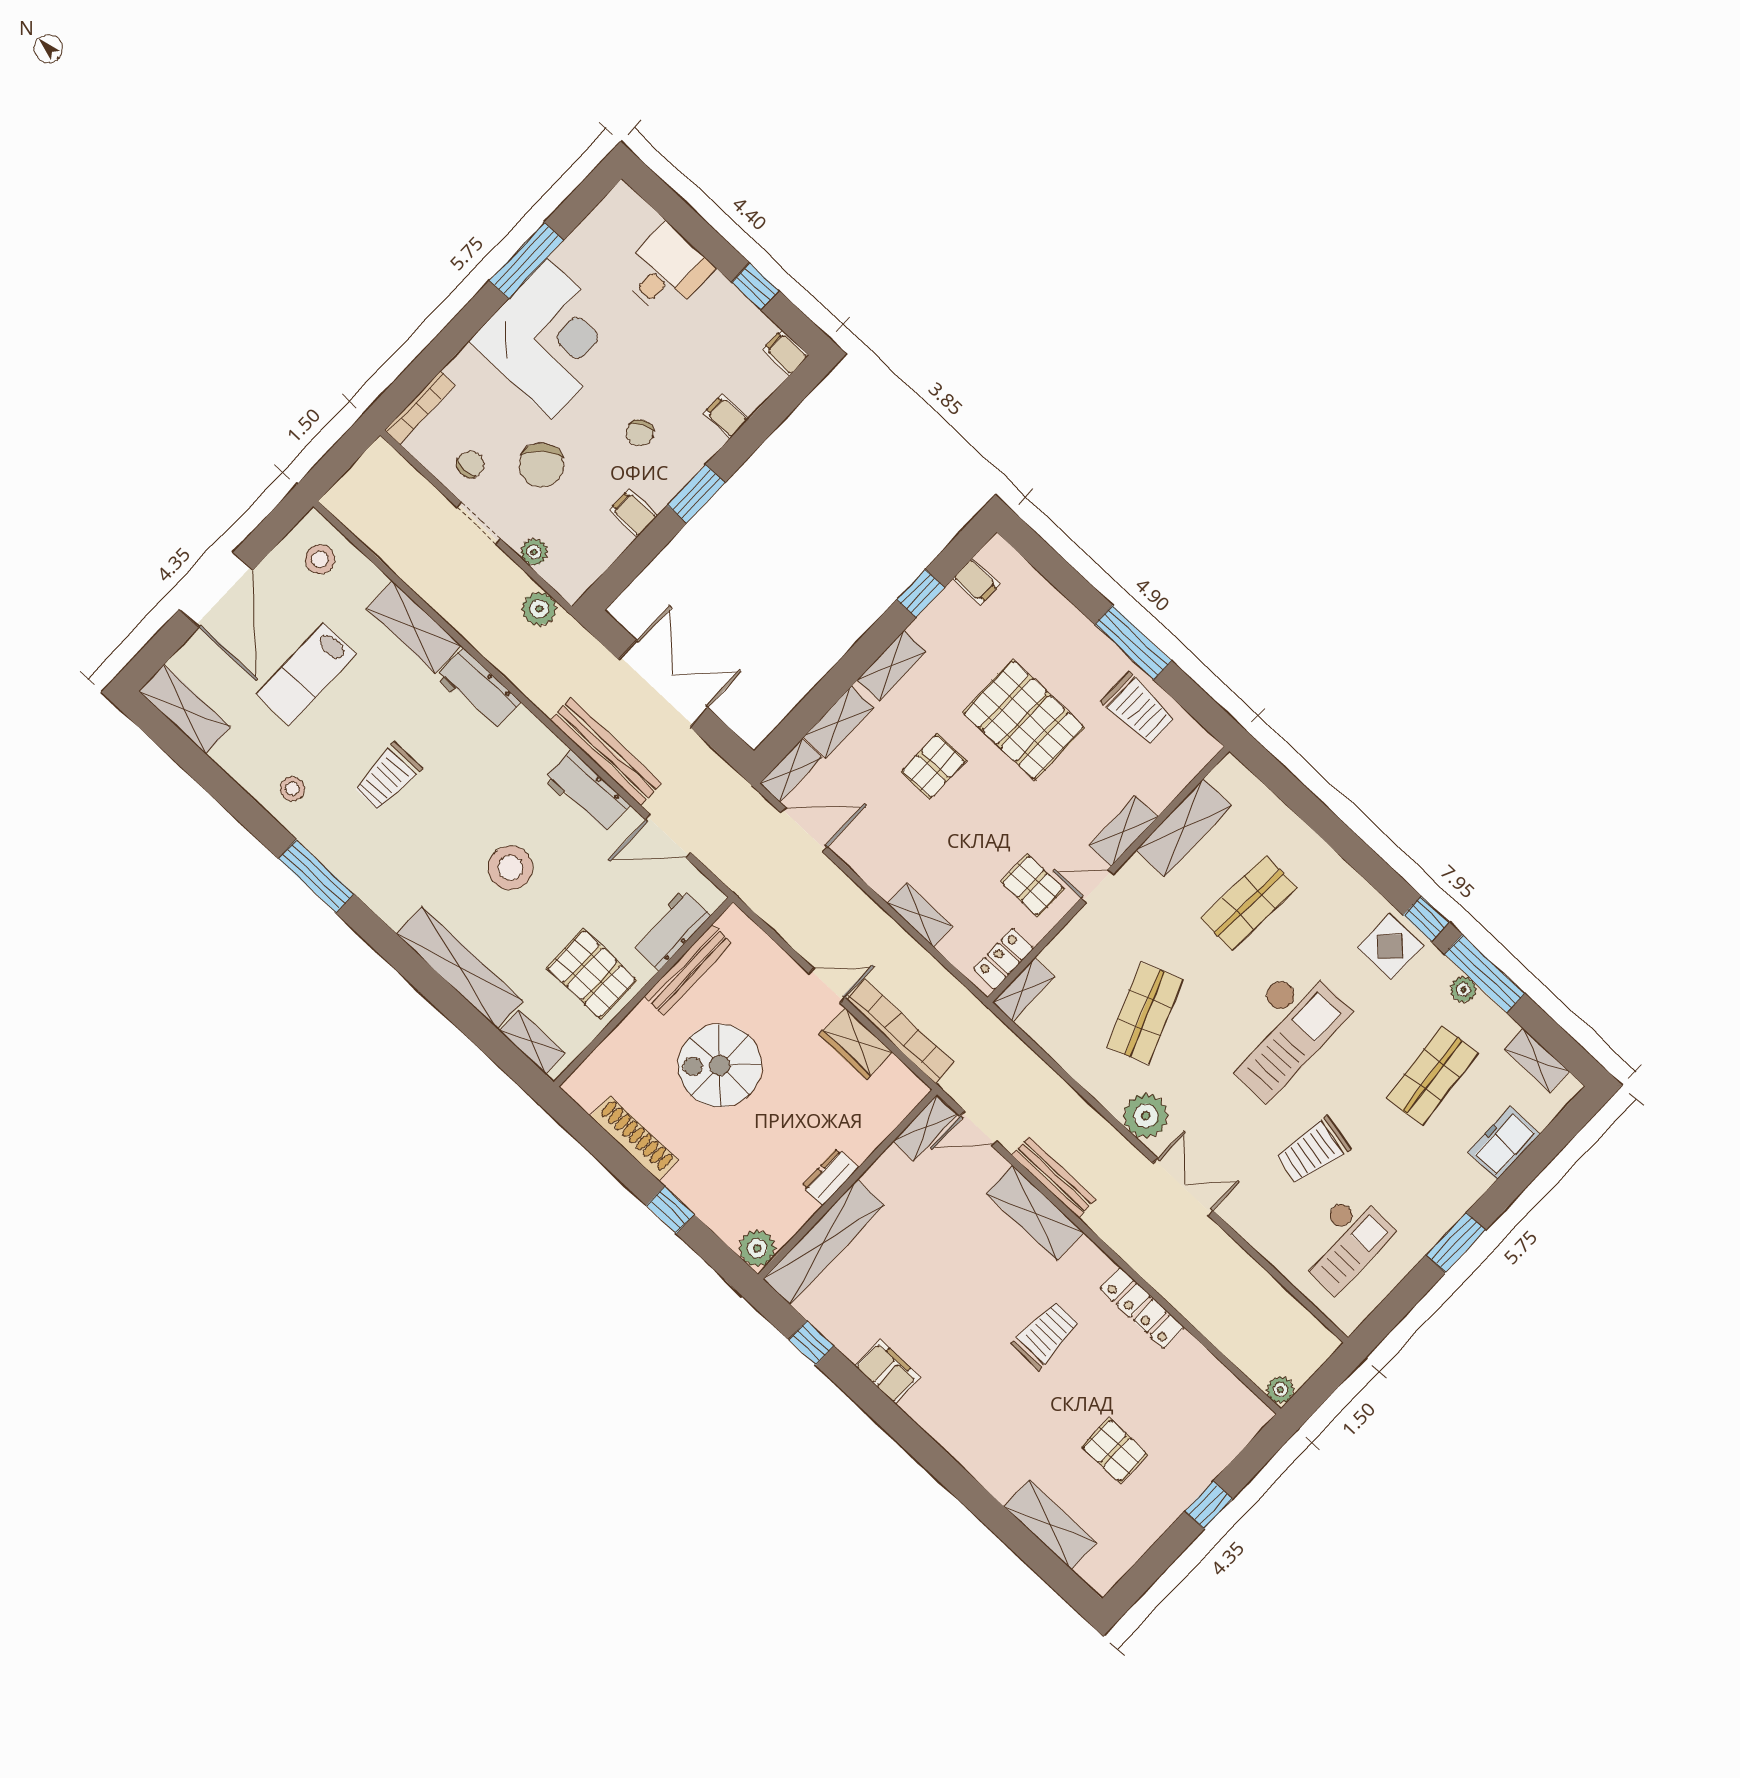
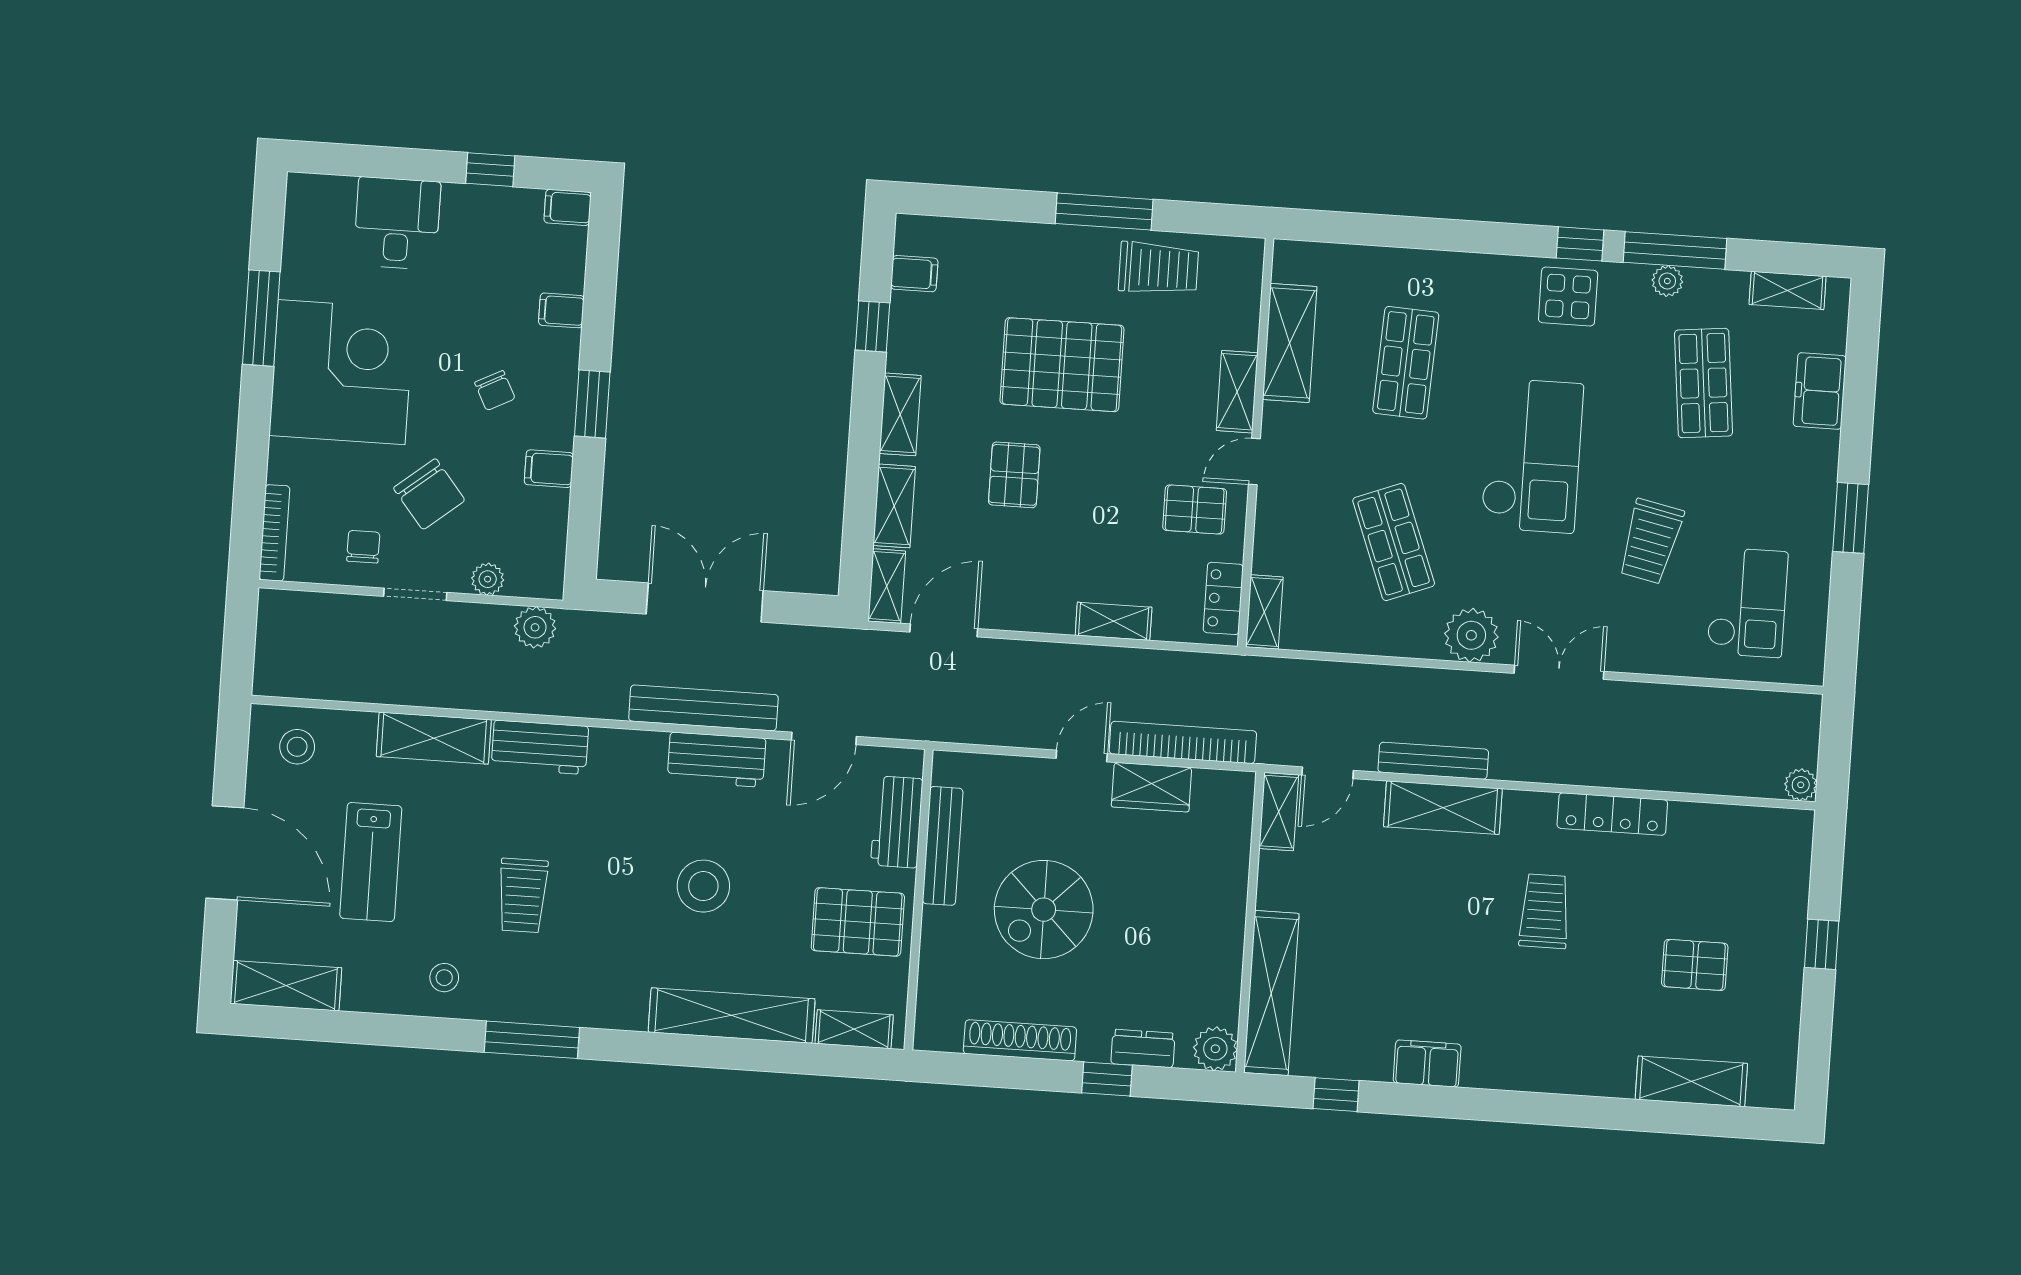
dresser: (830, 1177) -> (1143, 1048), moved, turned 90

